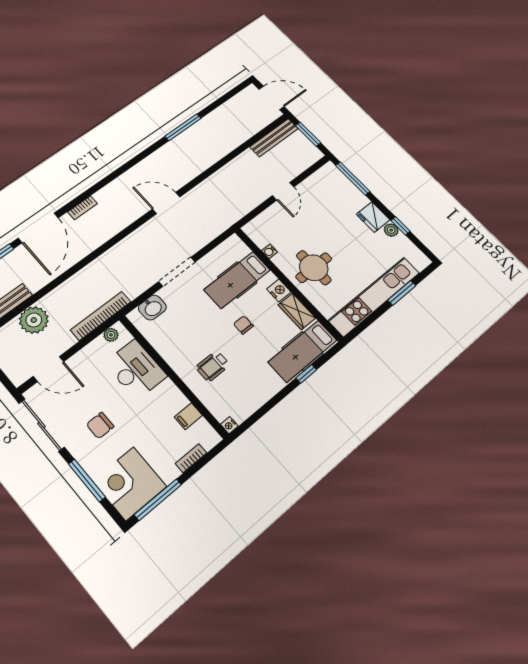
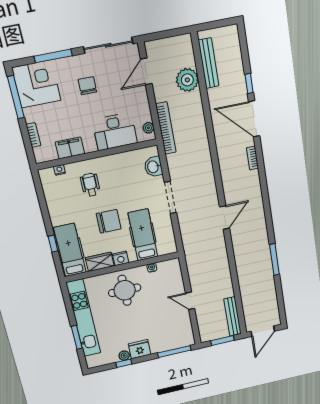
chair: (243, 325) -> (109, 221), width x1.87, depth x1.87
filing cabinet: (188, 416) -> (70, 148), width x2.00
nightstand: (229, 425) -> (59, 170), moved

